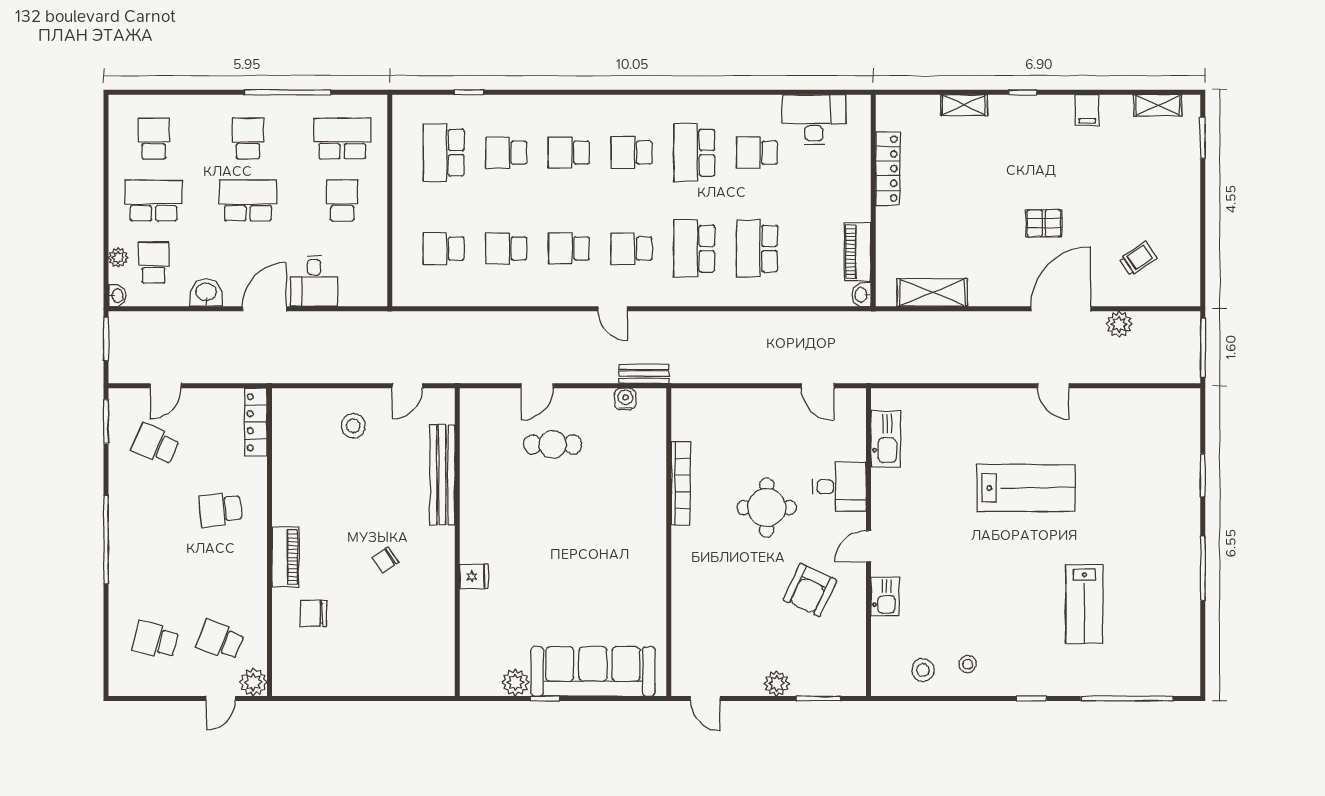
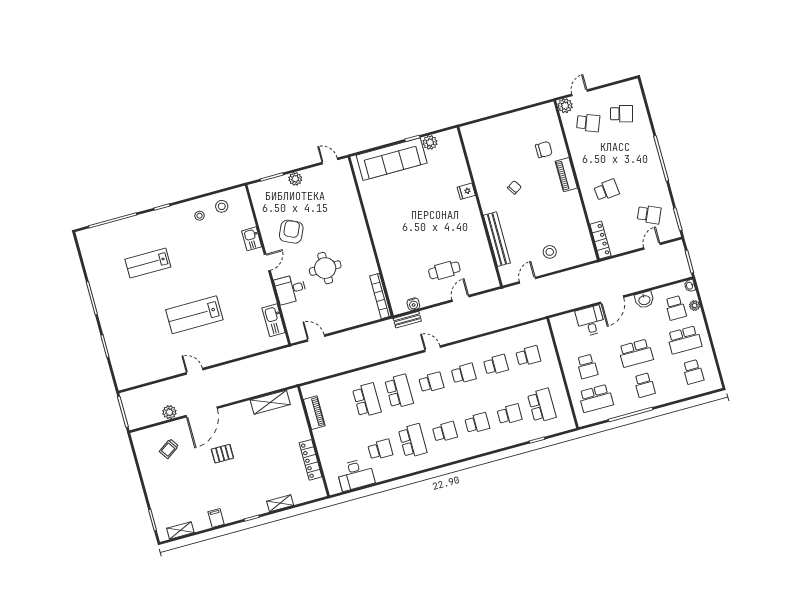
washbasin: (861, 295) -> (306, 391), removed
bookcase: (681, 483) -> (380, 296), moved
lab bench: (1084, 604) -> (148, 263), turned -90

